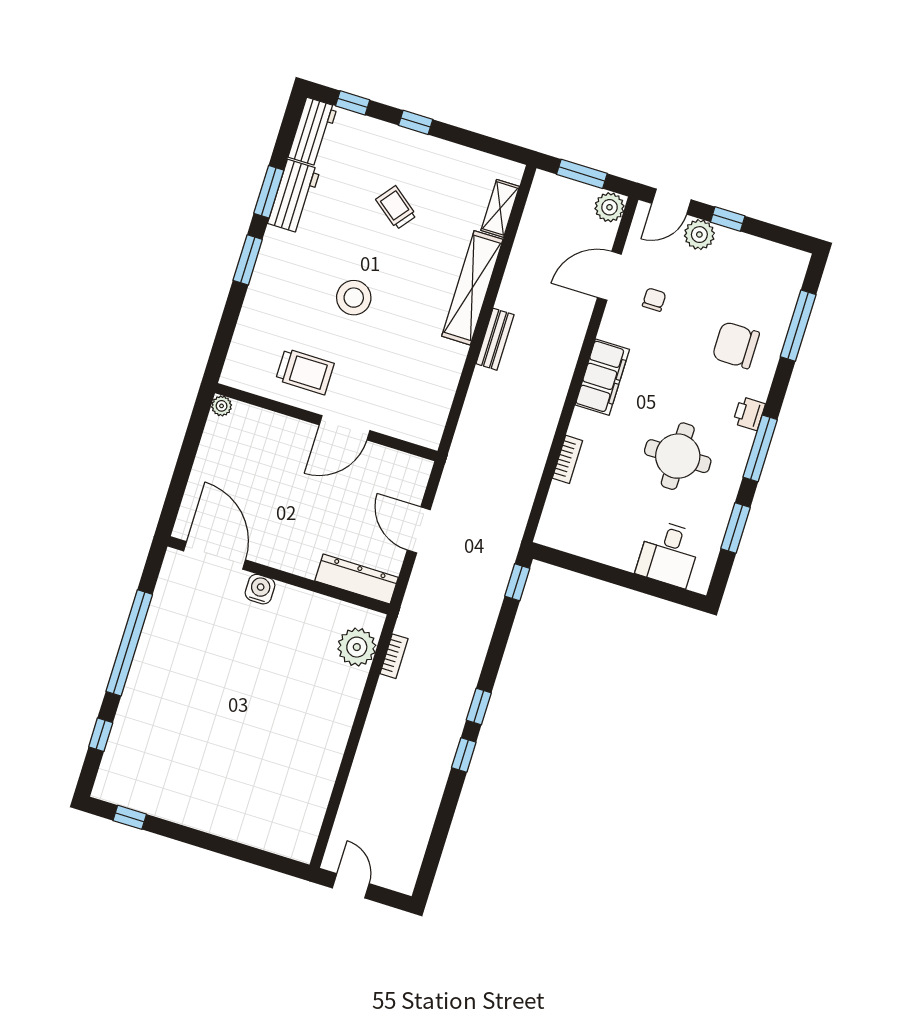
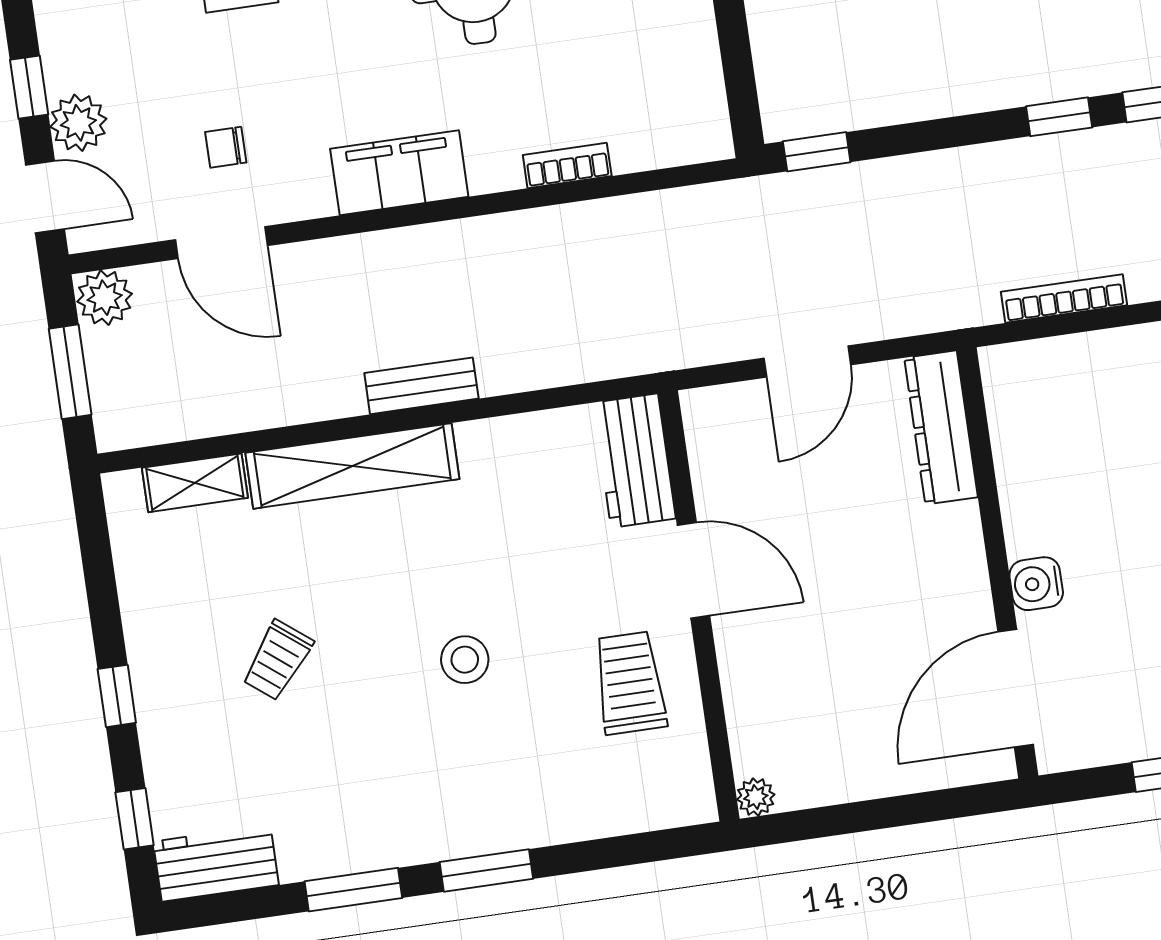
workbench: (294, 196) -> (634, 461), moved, turned -90
stool: (354, 298) -> (465, 660), width x0.73, depth x0.73
plant: (357, 647) -> (1057, 372), removed
bookcase: (394, 656) -> (1064, 298), width x1.56

